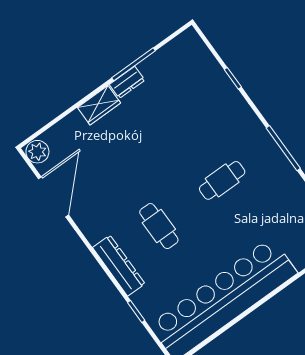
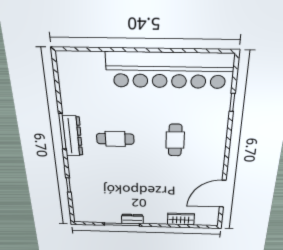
wardrobe: (99, 105) -> (181, 219), moved
plant: (37, 152) -> (211, 219), removed
dresser: (119, 266) -> (73, 136), moved, turned 180

